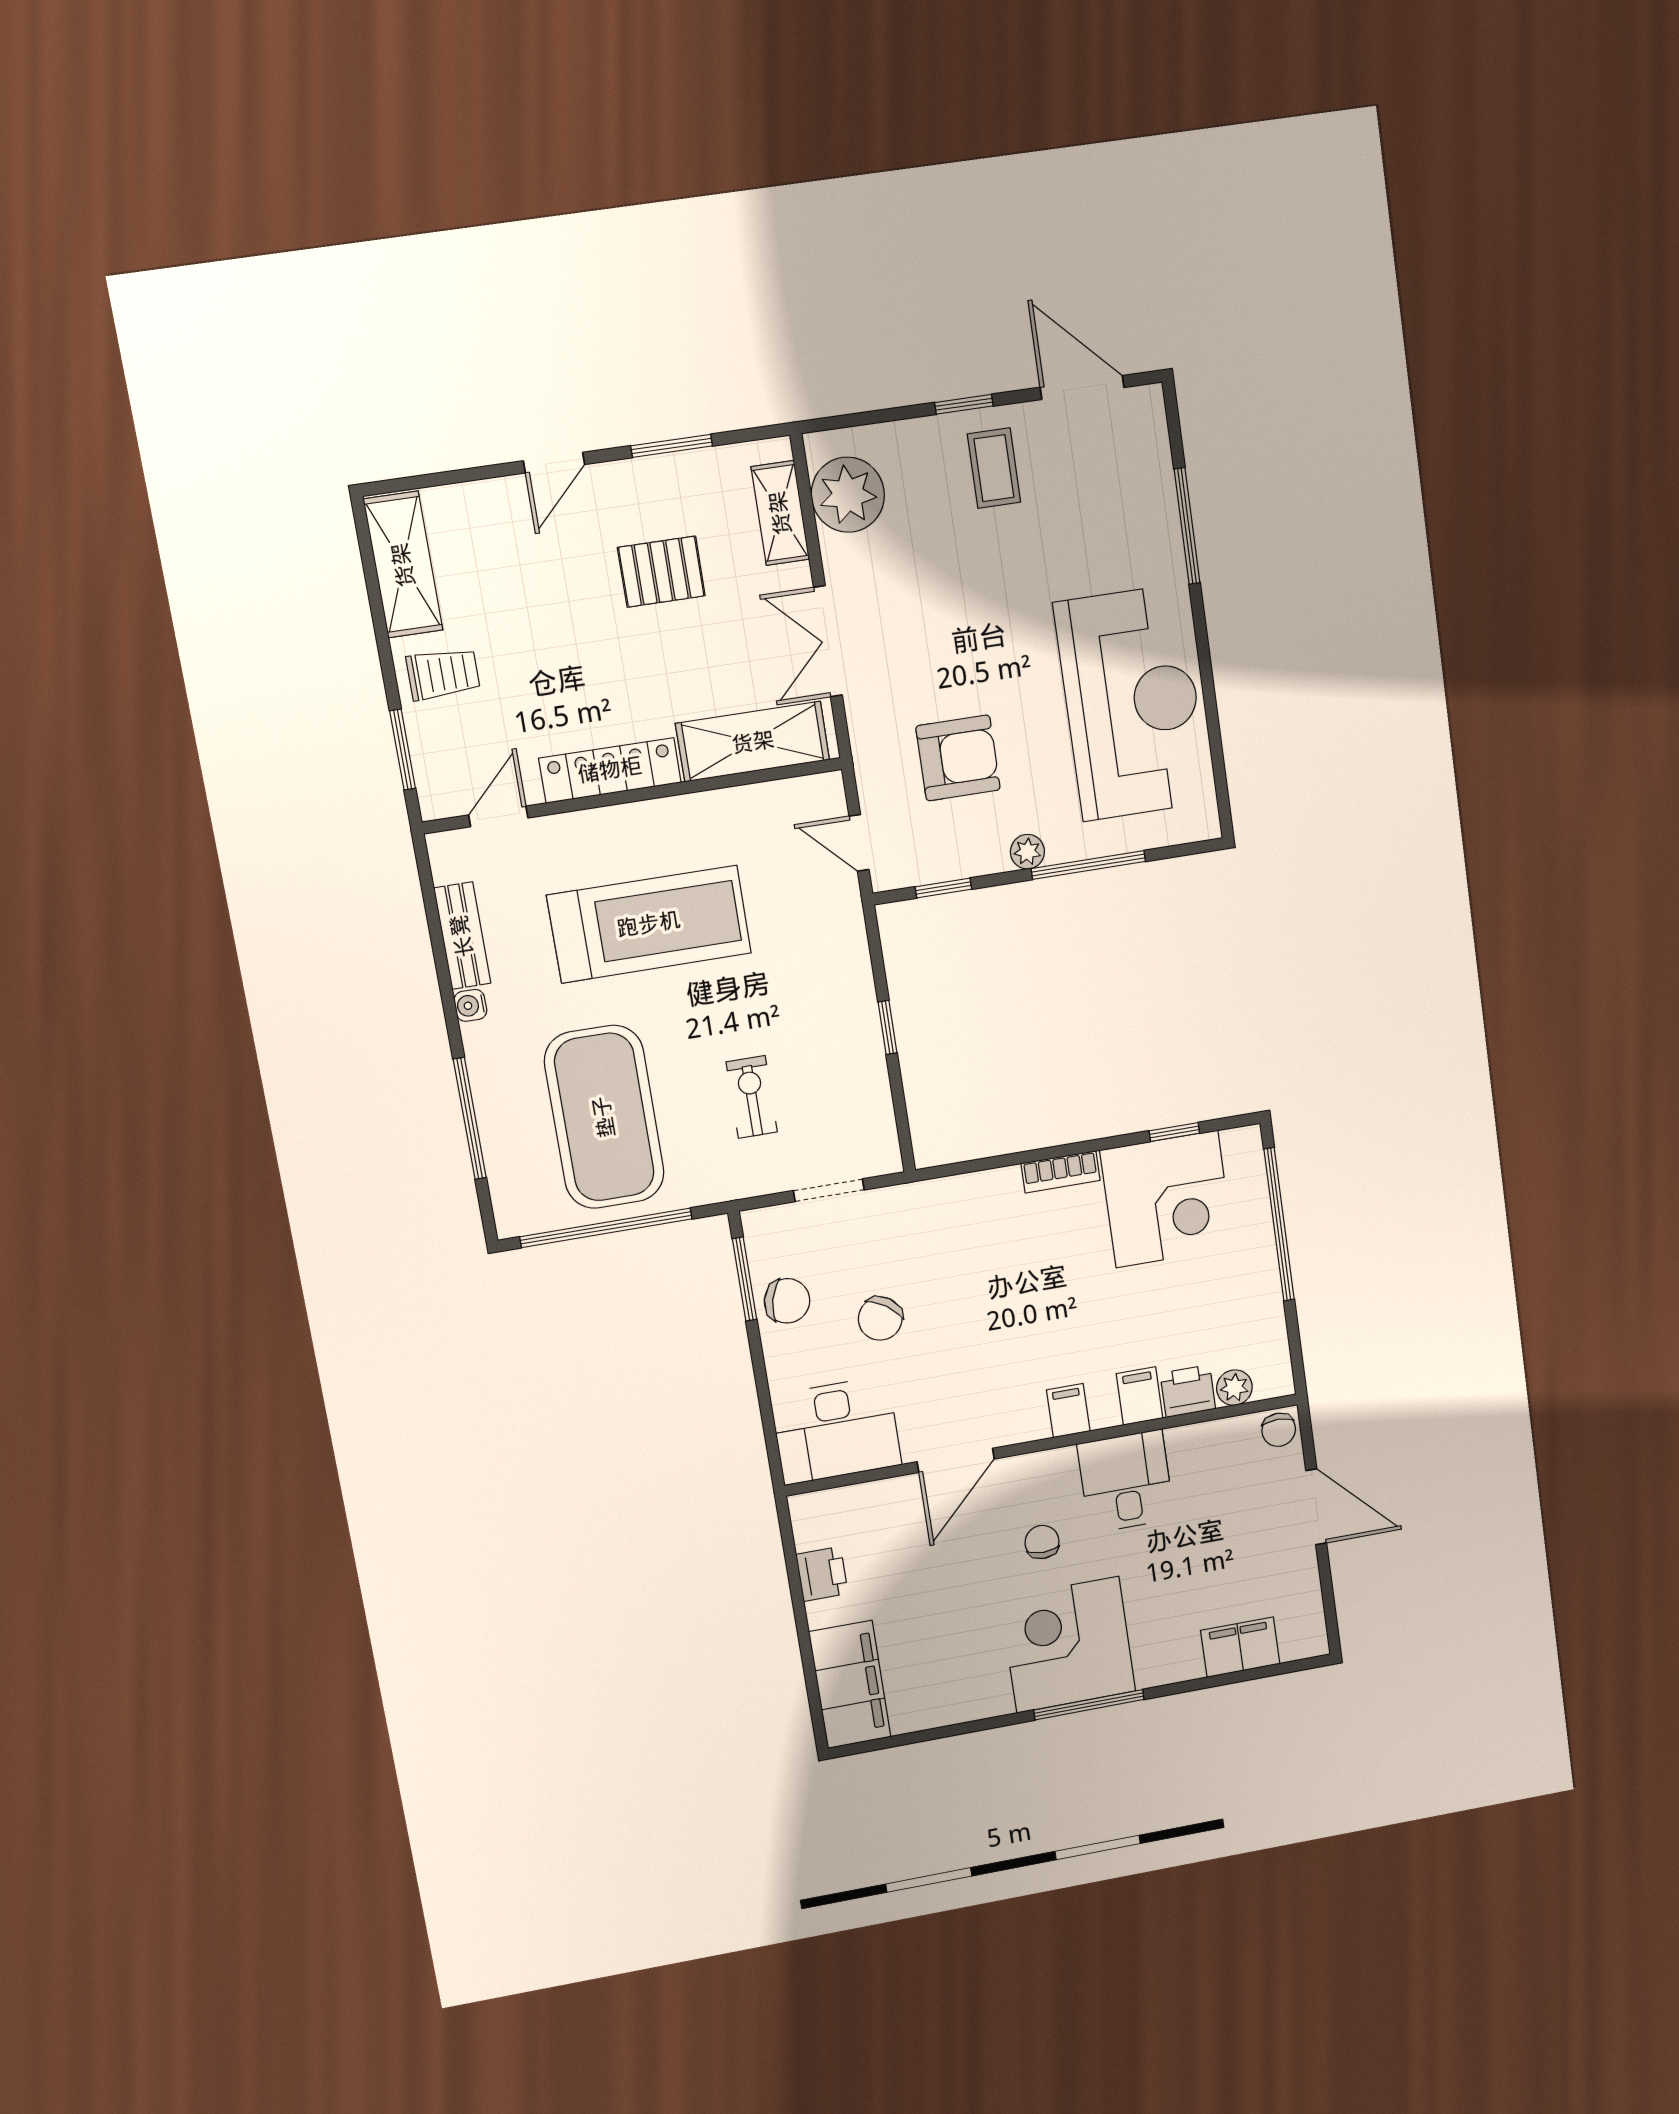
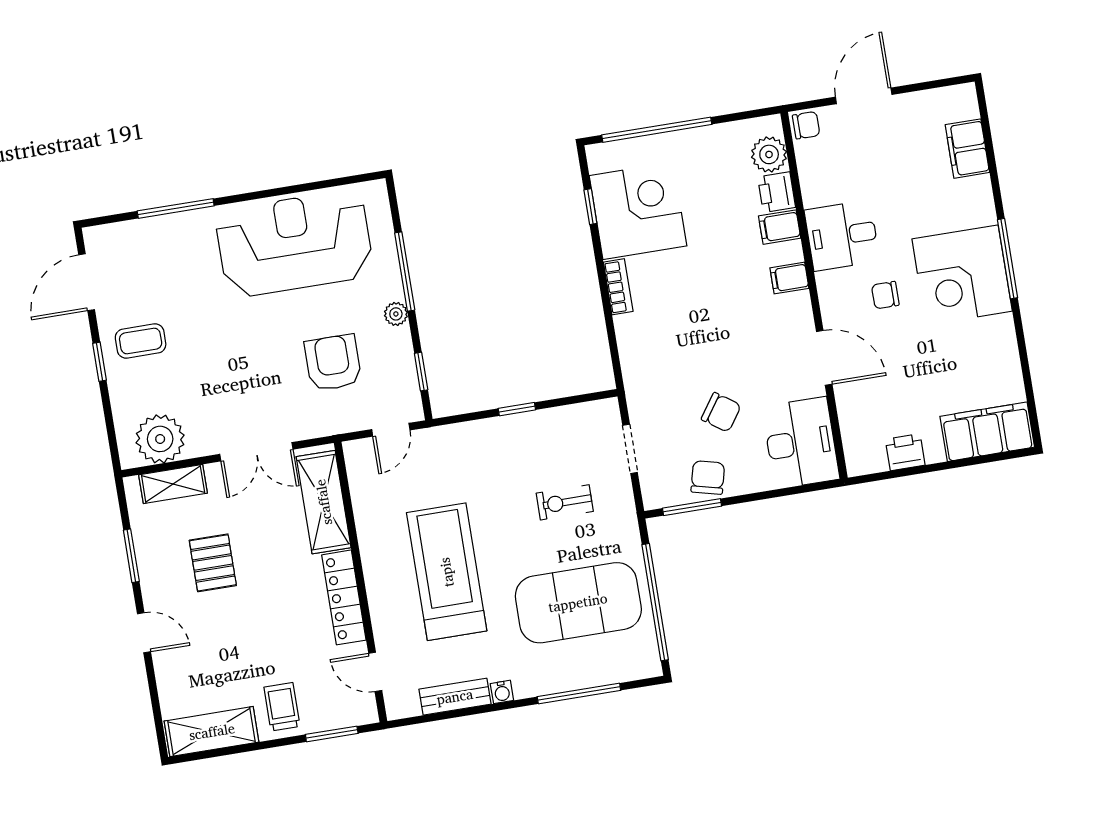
plant: (1234, 1388) -> (769, 154), width x1.38, depth x1.38

